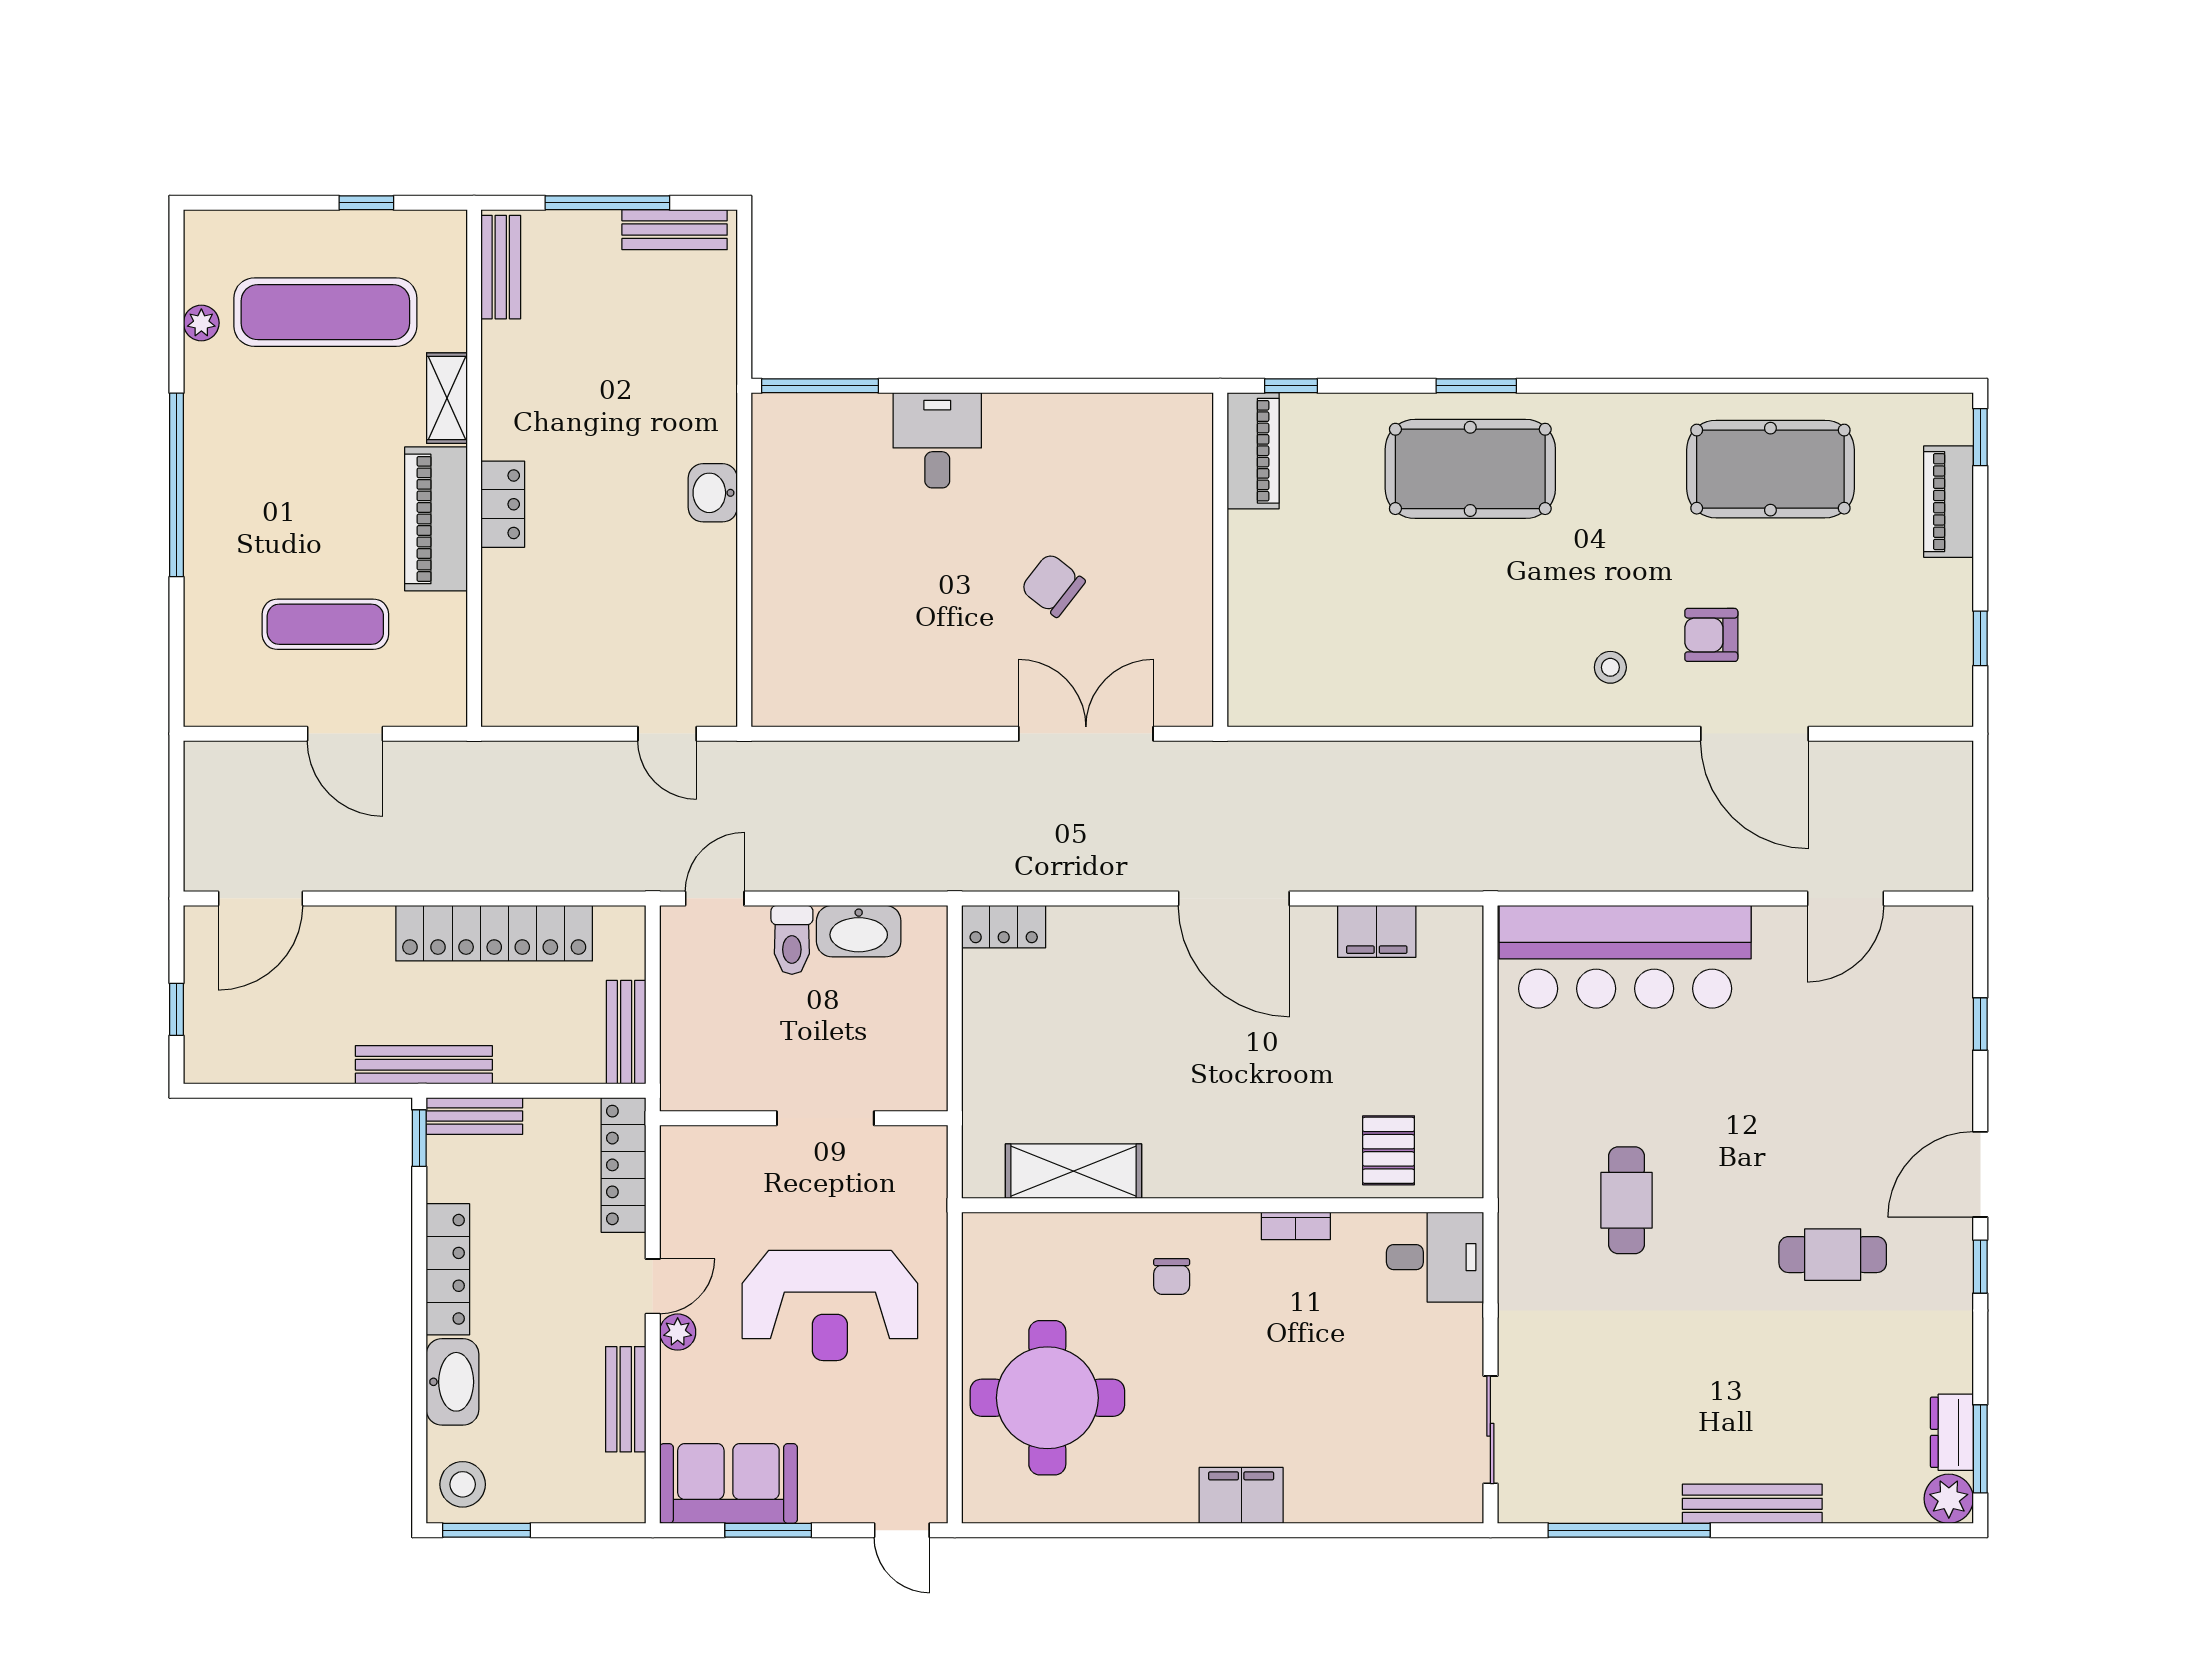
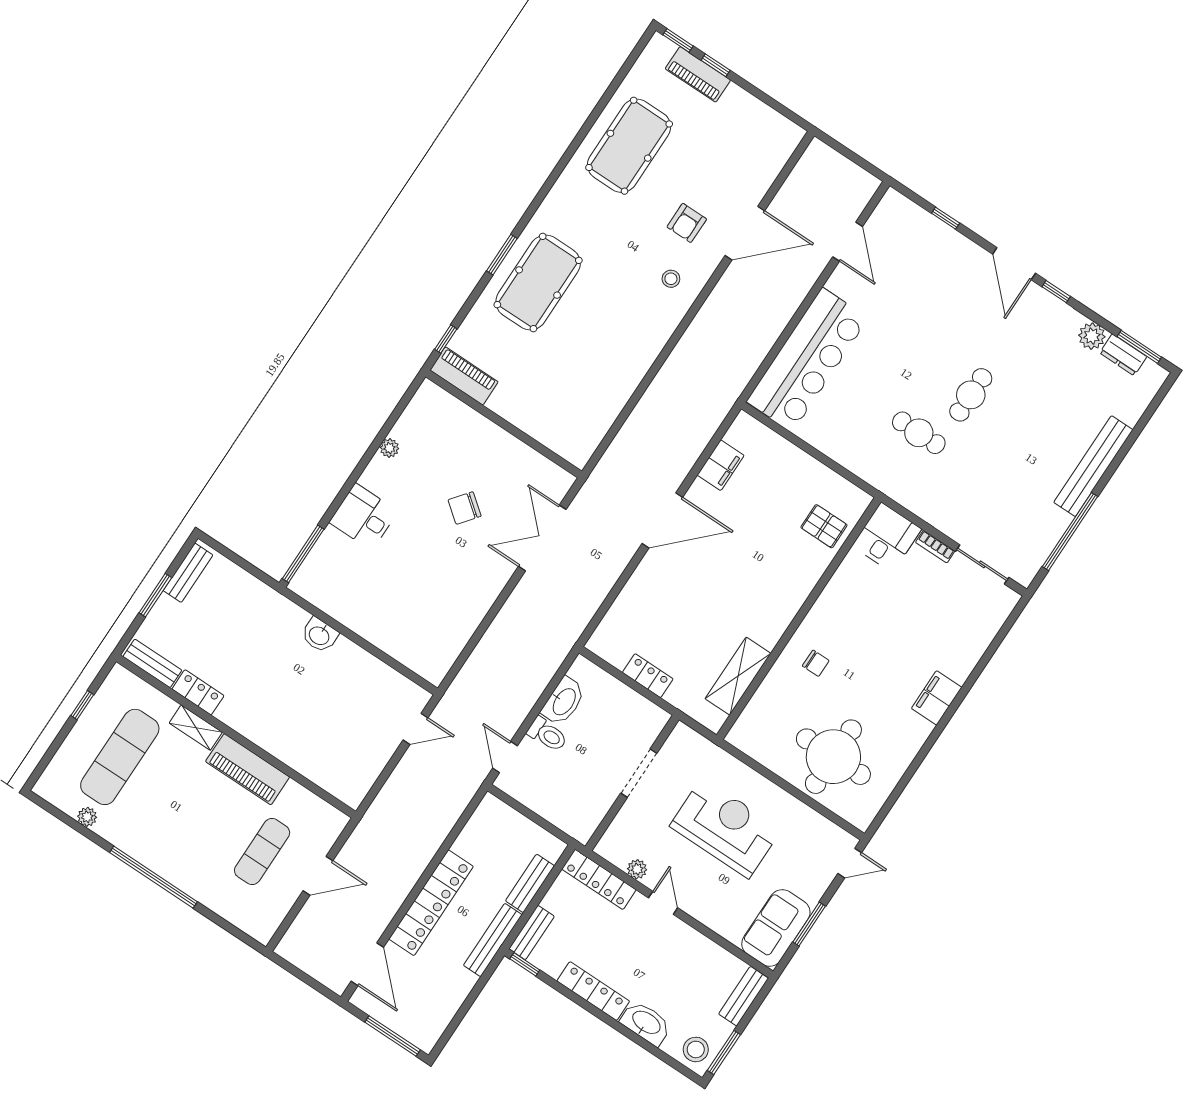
window: (607, 203) -> (155, 595), width x0.69
plant: (1068, 410) -> (389, 448), added
locker: (503, 504) -> (198, 692), moved
window: (1980, 638) -> (716, 65), moved
locker: (1004, 927) -> (648, 676), moved, turned -90
locker: (494, 933) -> (431, 903), moved
window: (177, 1009) -> (393, 1036), width x2.17
bench: (626, 1032) -> (530, 883), moved, turned 90
bookcase: (1296, 1226) -> (935, 547), moved, turned 90
cafe table: (1833, 1255) -> (971, 395), moved
reception desk: (830, 1305) -> (725, 828), turned -90
plant: (678, 1332) -> (637, 869), moved
bench: (626, 1399) -> (744, 996), moved, turned 90
plant: (1949, 1499) -> (1092, 336), moved
bench: (1752, 1504) -> (1093, 466), width x1.37, depth x1.21

